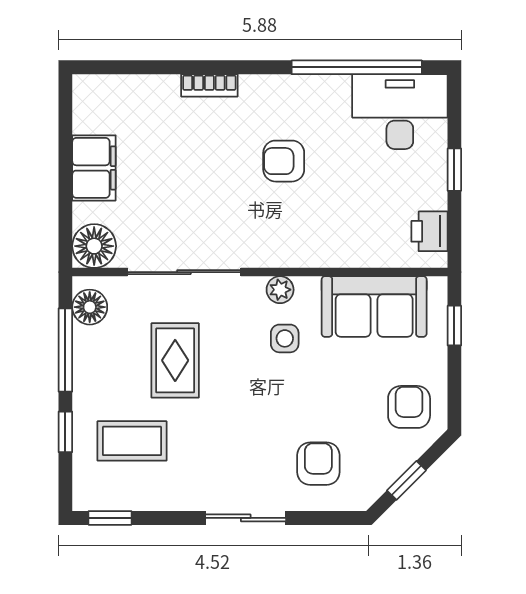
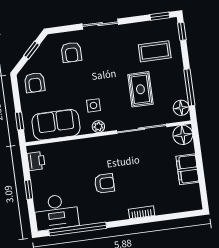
window: (65, 432) -> (182, 31), moved

